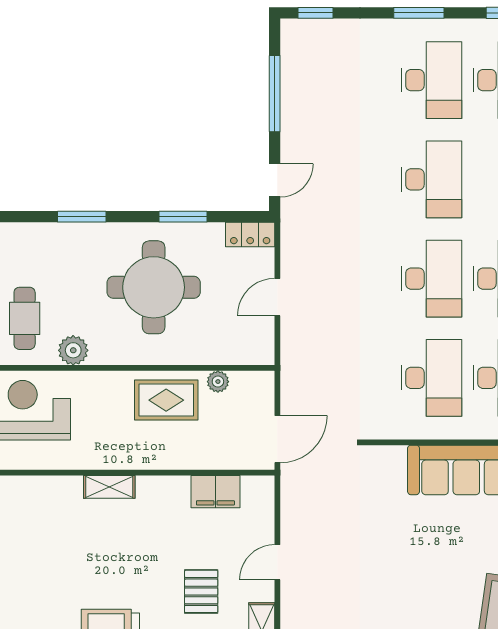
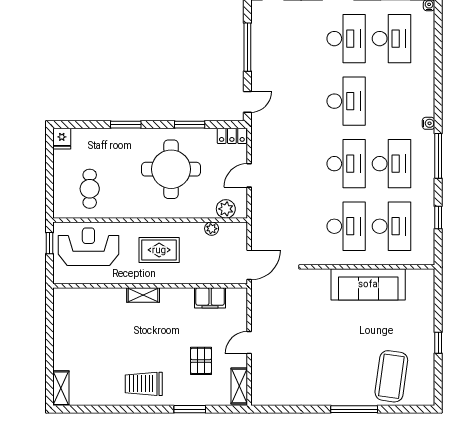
plant: (73, 350) -> (226, 209), moved
rug: (166, 400) -> (159, 250), moved

